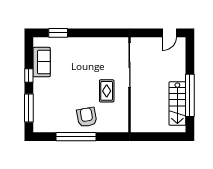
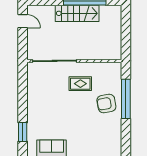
stairs: (177, 103) -> (77, 13), moved
window: (76, 137) -> (126, 99), moved

